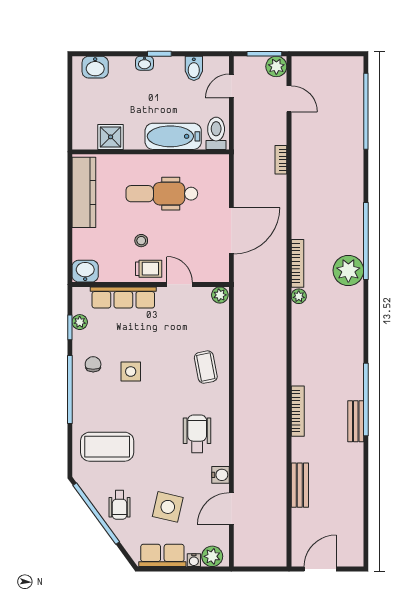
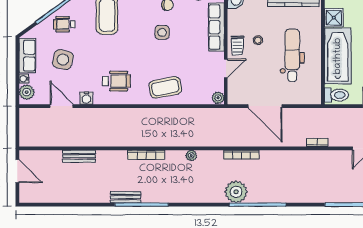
bathtub: (173, 136) -> (338, 56), width x1.36, depth x1.36
plant: (299, 296) -> (191, 155), moved
coffee table: (206, 367) -> (165, 87), width x1.36, depth x1.30
bookcase: (298, 411) -> (146, 155), moved

